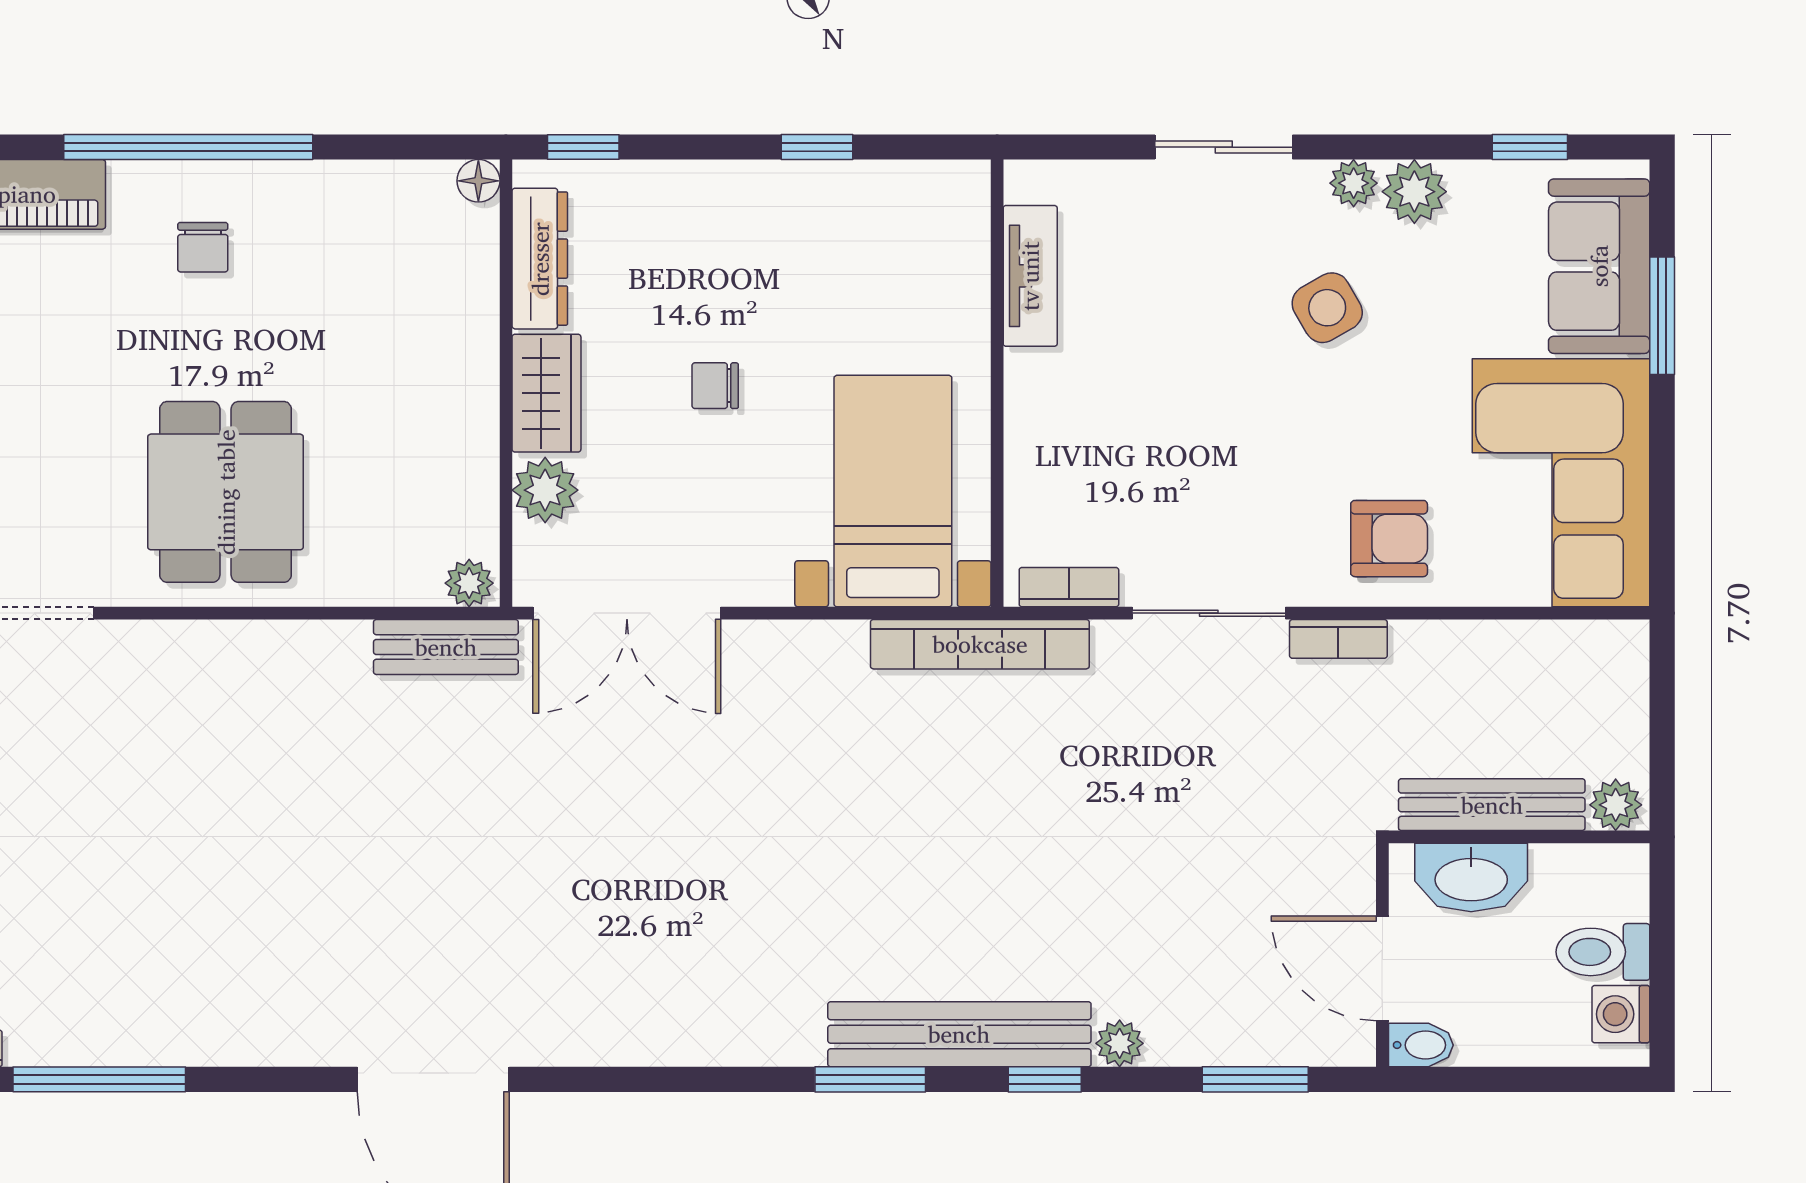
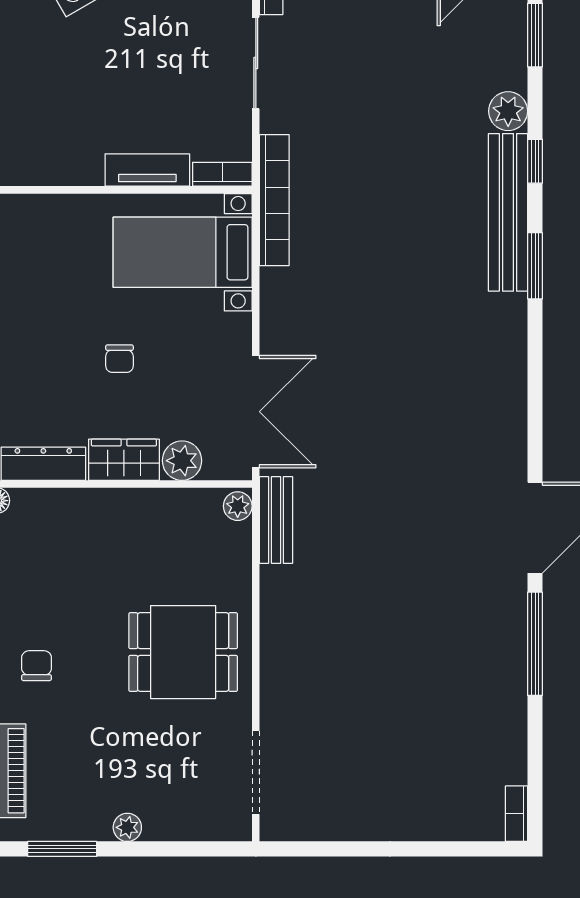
chair: (203, 247) -> (37, 666), turned -90
tv unit: (1030, 276) -> (147, 170), moved
bookcase: (1069, 587) -> (222, 174), moved, turned 90
plant: (1120, 1043) -> (508, 111), width x1.38, depth x1.38
window: (99, 1079) -> (535, 644), moved

